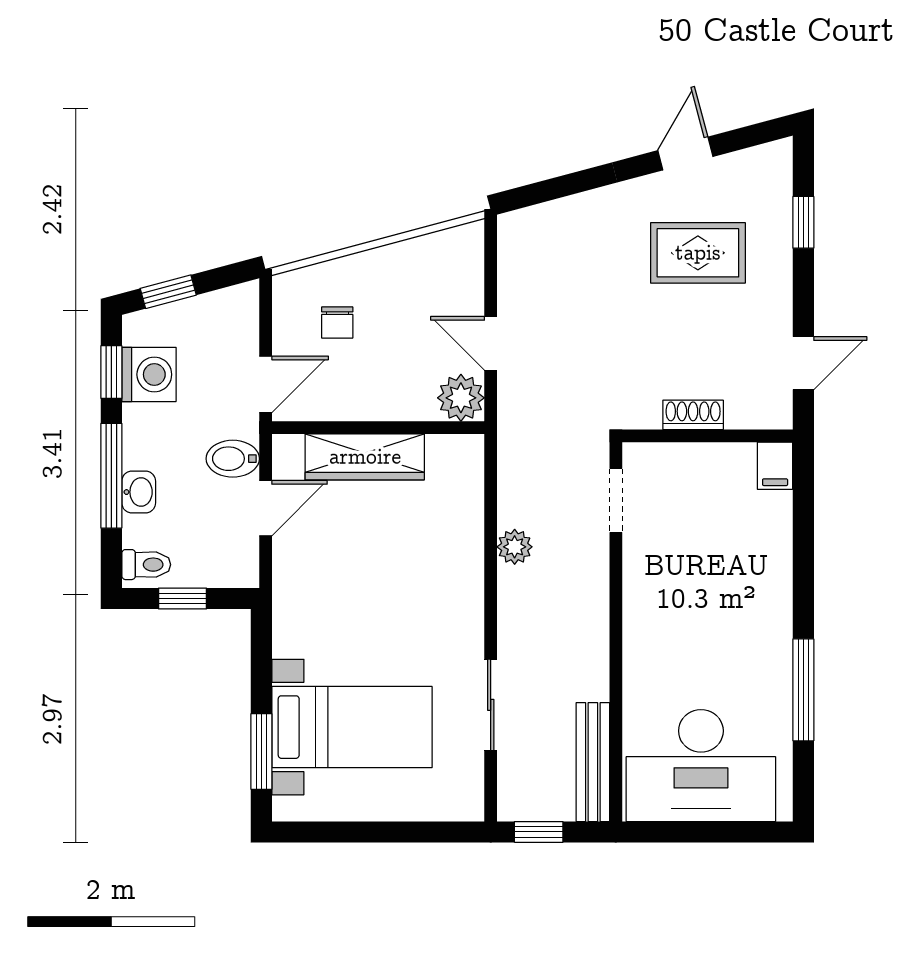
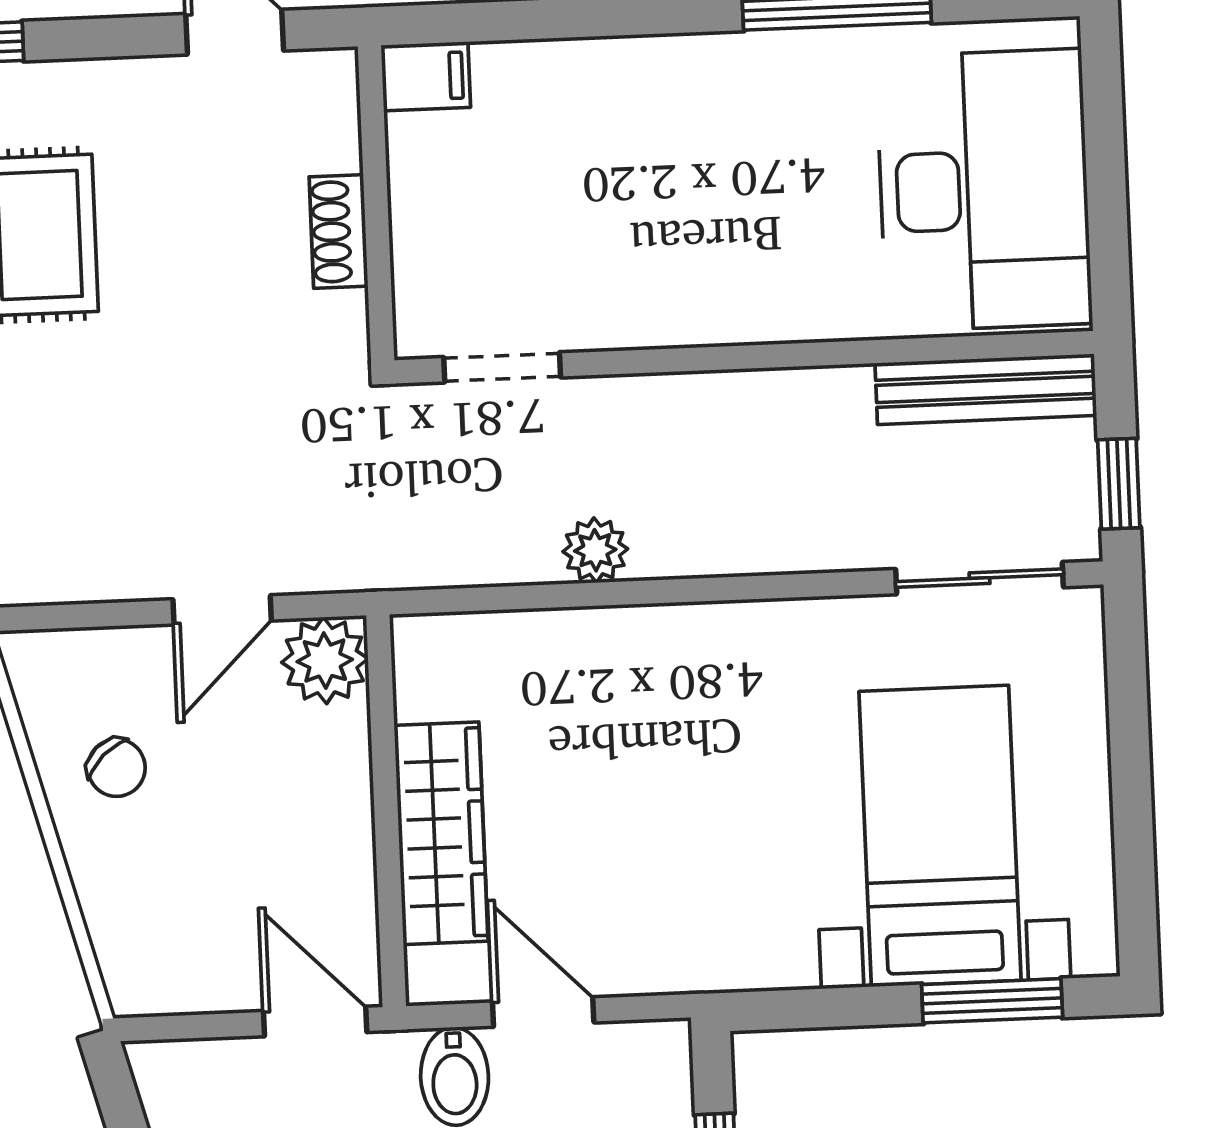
chair: (337, 323) -> (116, 768), moved, turned 47
sliding door: (491, 705) -> (980, 578), moved

